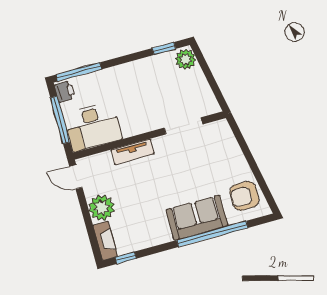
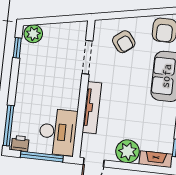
tv unit: (133, 152) -> (92, 108), width x1.41
armchair: (215, 158) -> (124, 42), added

